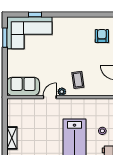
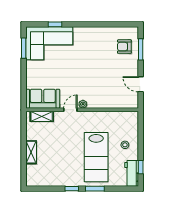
armchair: (102, 36) -> (124, 47), turned -90
coffee table: (78, 80) -> (100, 92), removed
shelving: (22, 103) -> (42, 116), added

